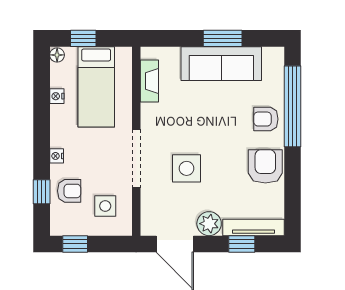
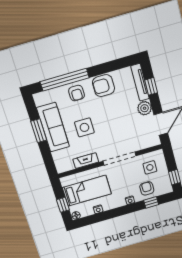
fireplace: (149, 81) -> (86, 161), moved
side table: (187, 168) -> (84, 127), moved

